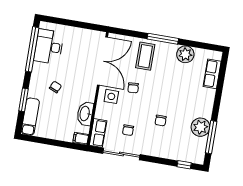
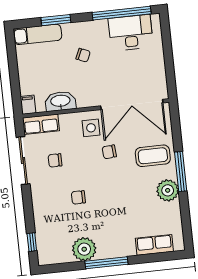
plant: (185, 54) -> (168, 190), moved
window: (211, 137) -> (106, 263), moved

